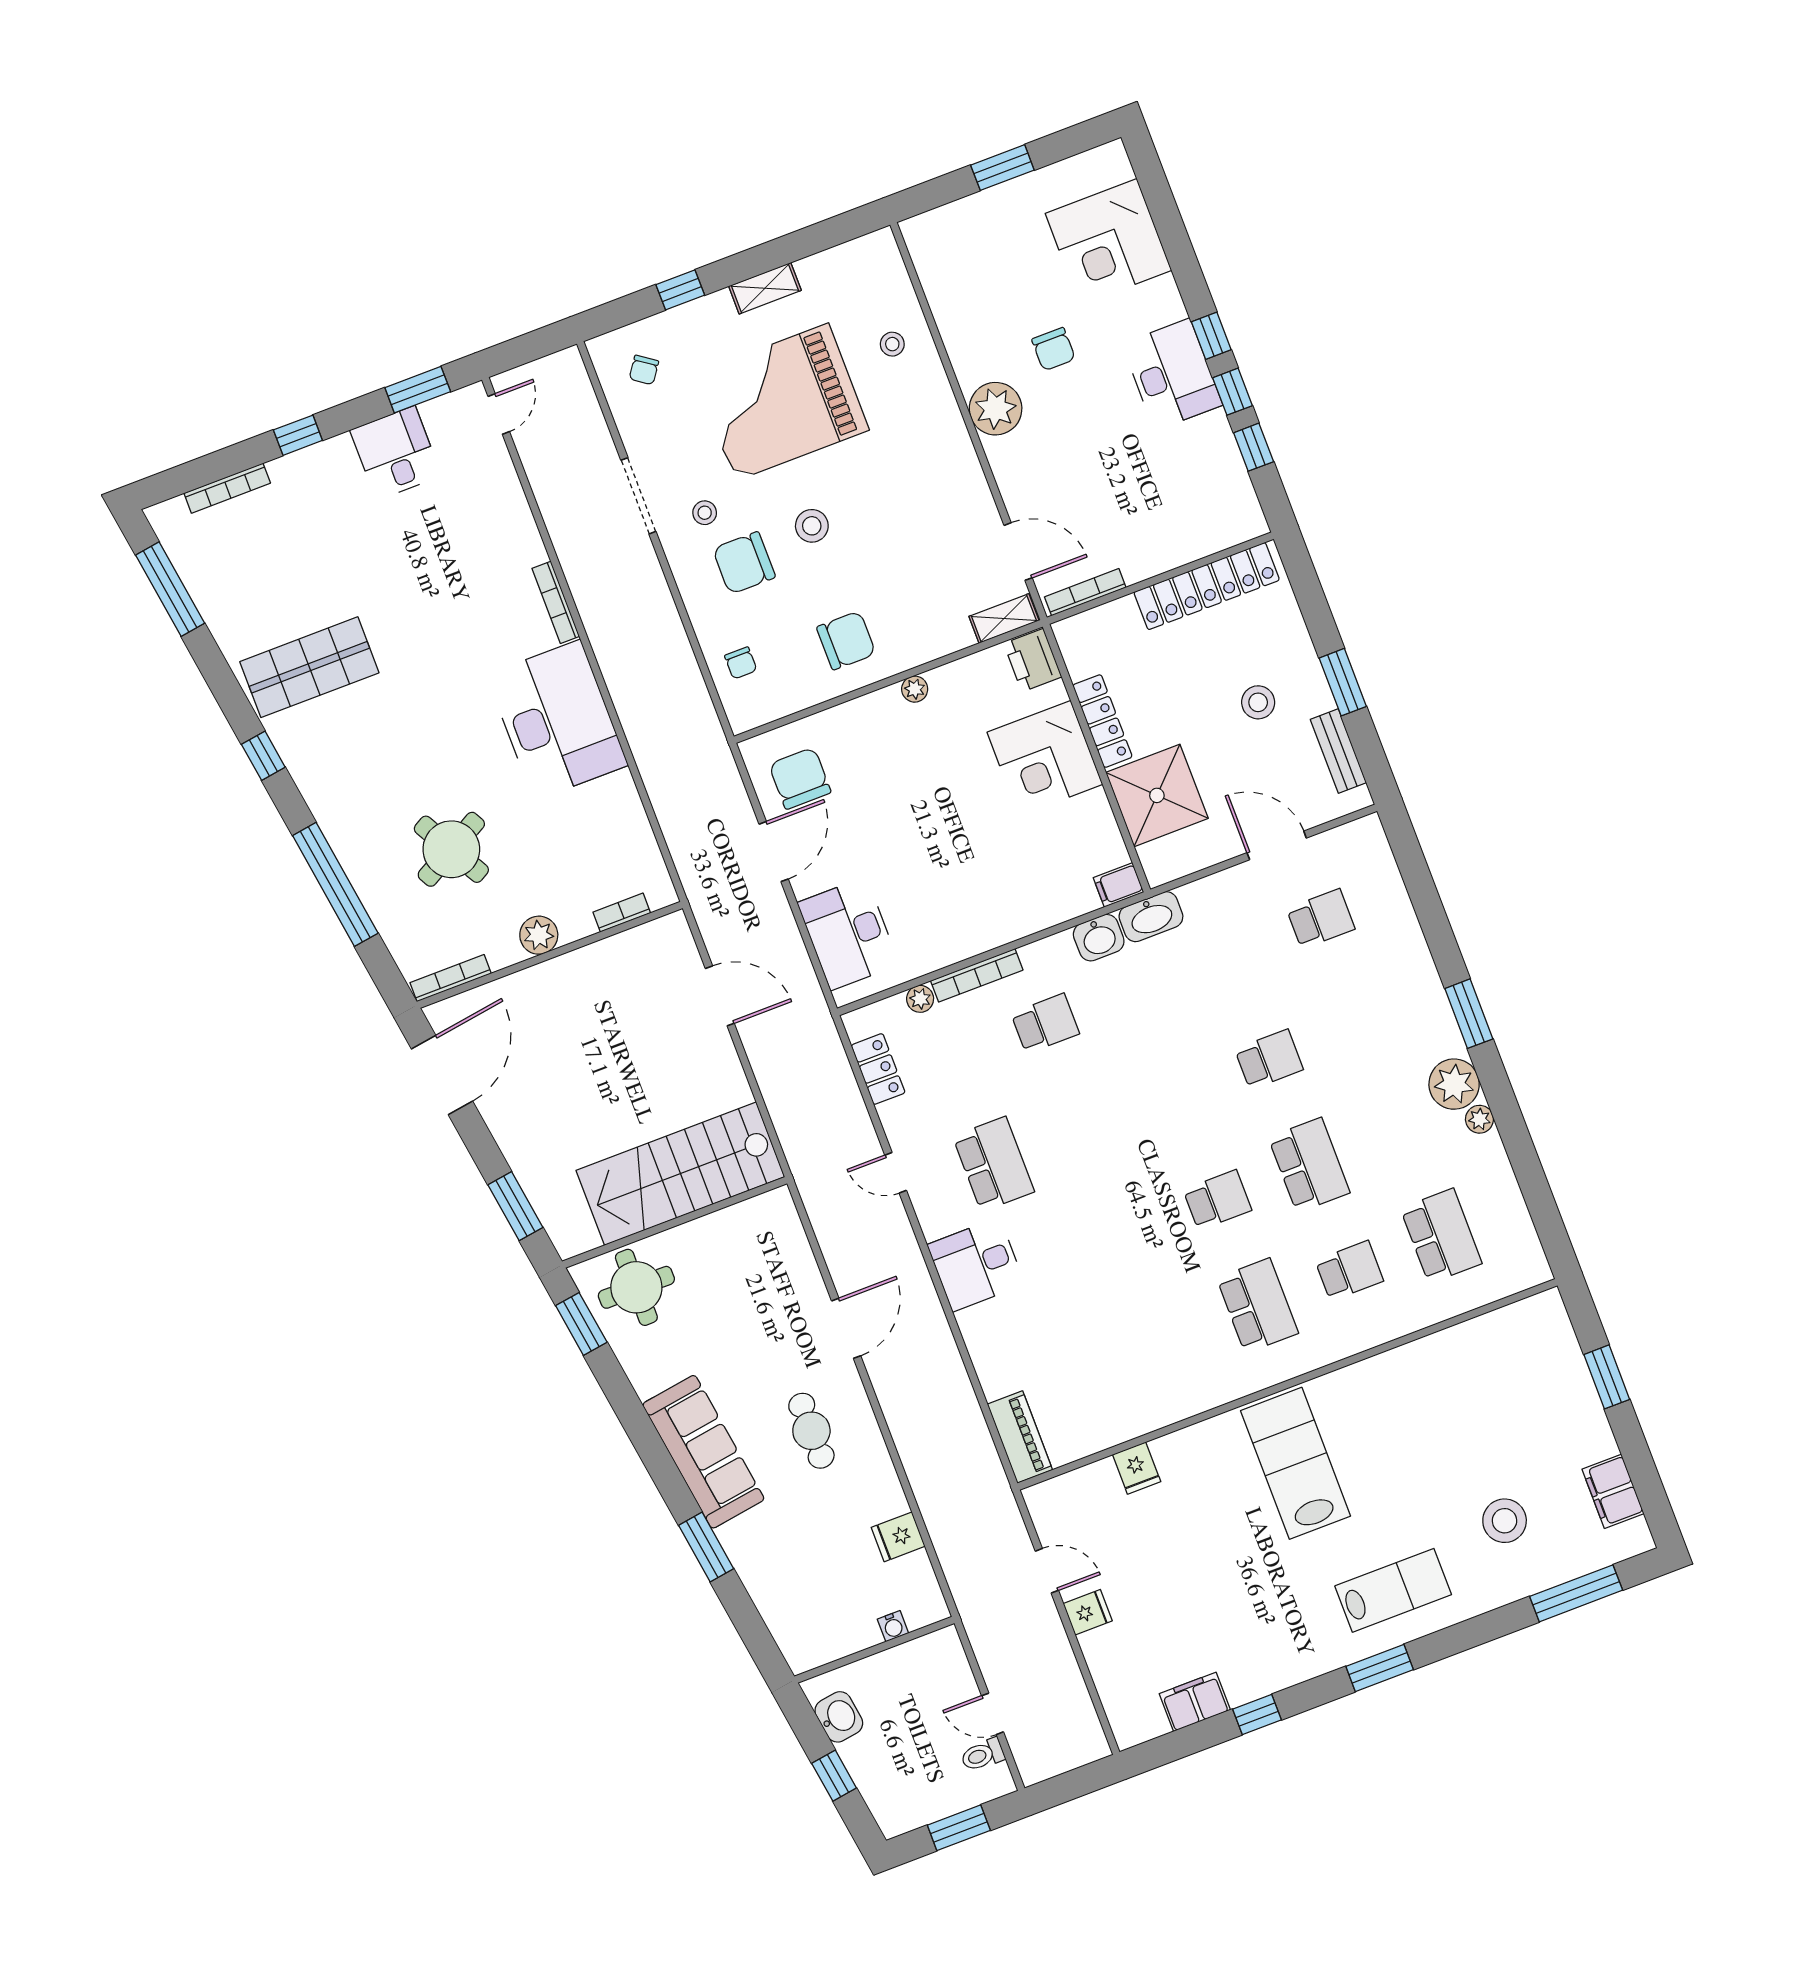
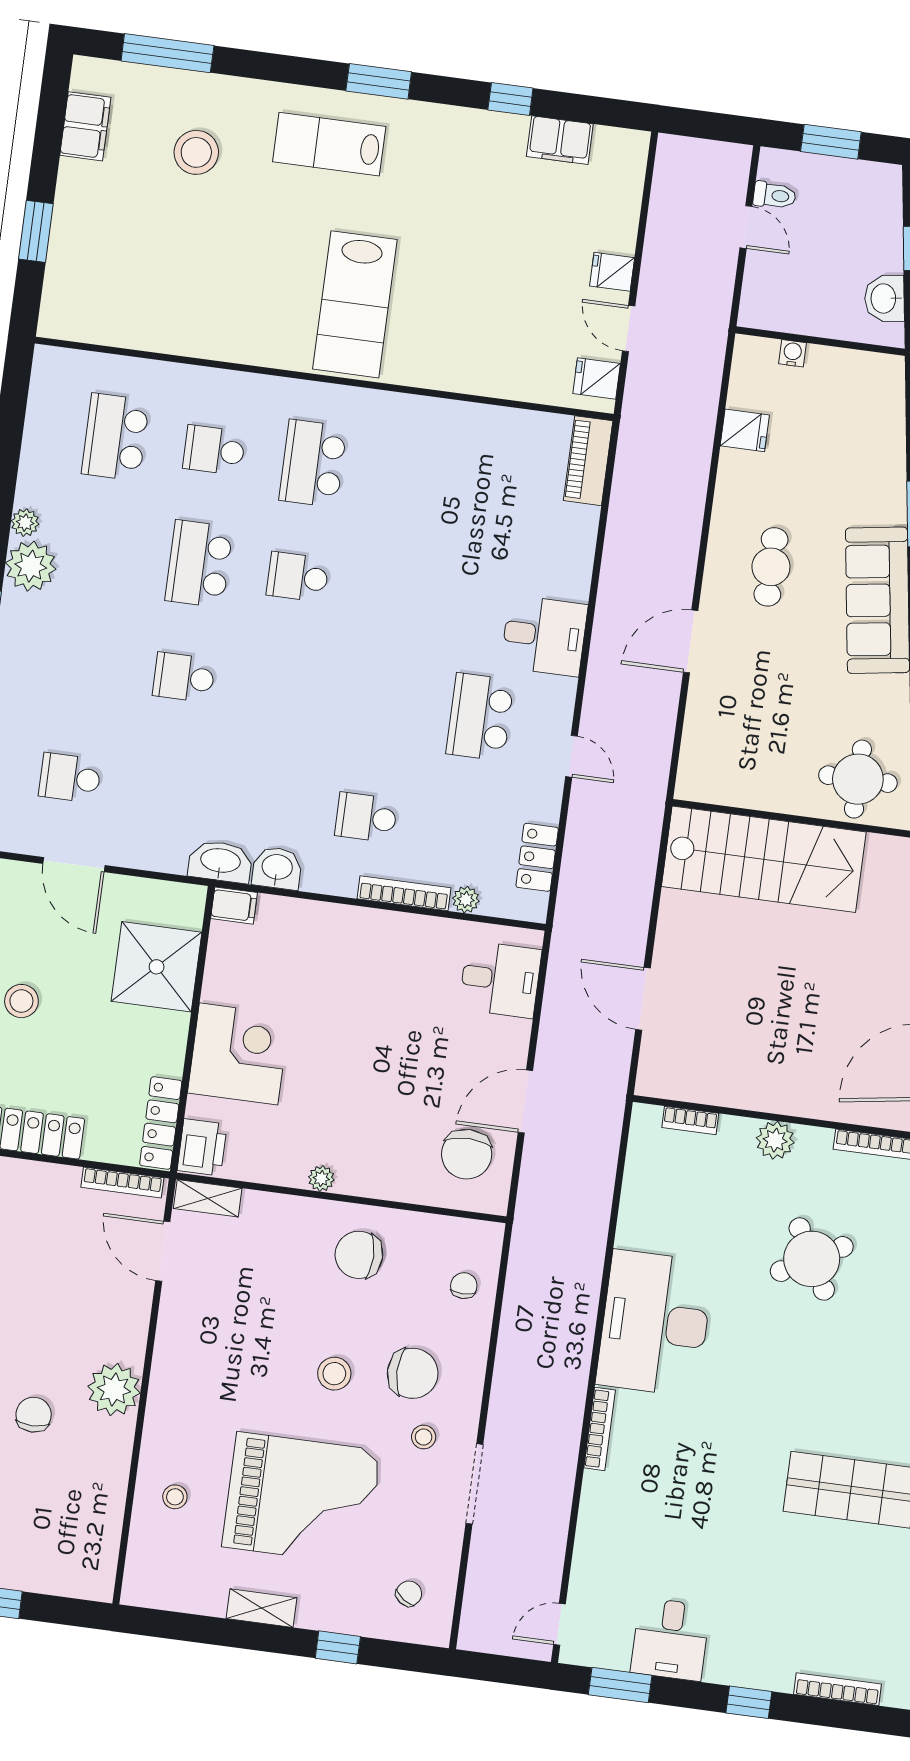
locker: (1102, 721) -> (161, 1123), moved
desk: (848, 934) -> (500, 979), width x0.73
fridge: (1137, 1468) -> (597, 379), moved, turned -90

